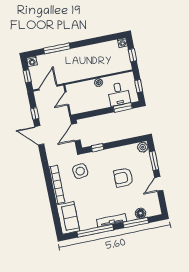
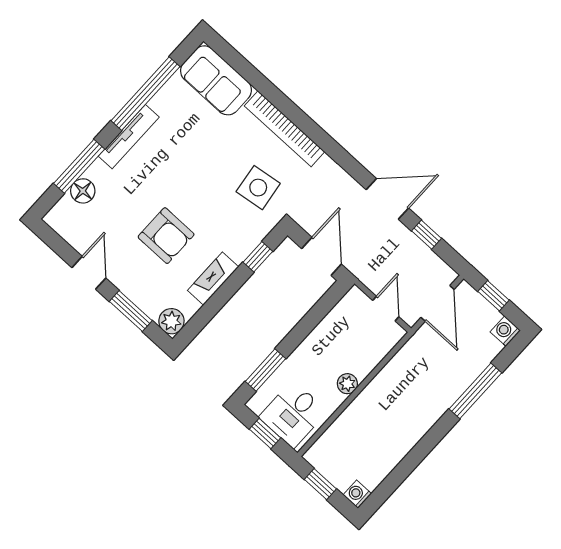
desk: (119, 94) -> (293, 414), moved, turned -90
fireplace: (118, 151) -> (213, 279), added
armchair: (123, 178) -> (166, 236), turned 90

